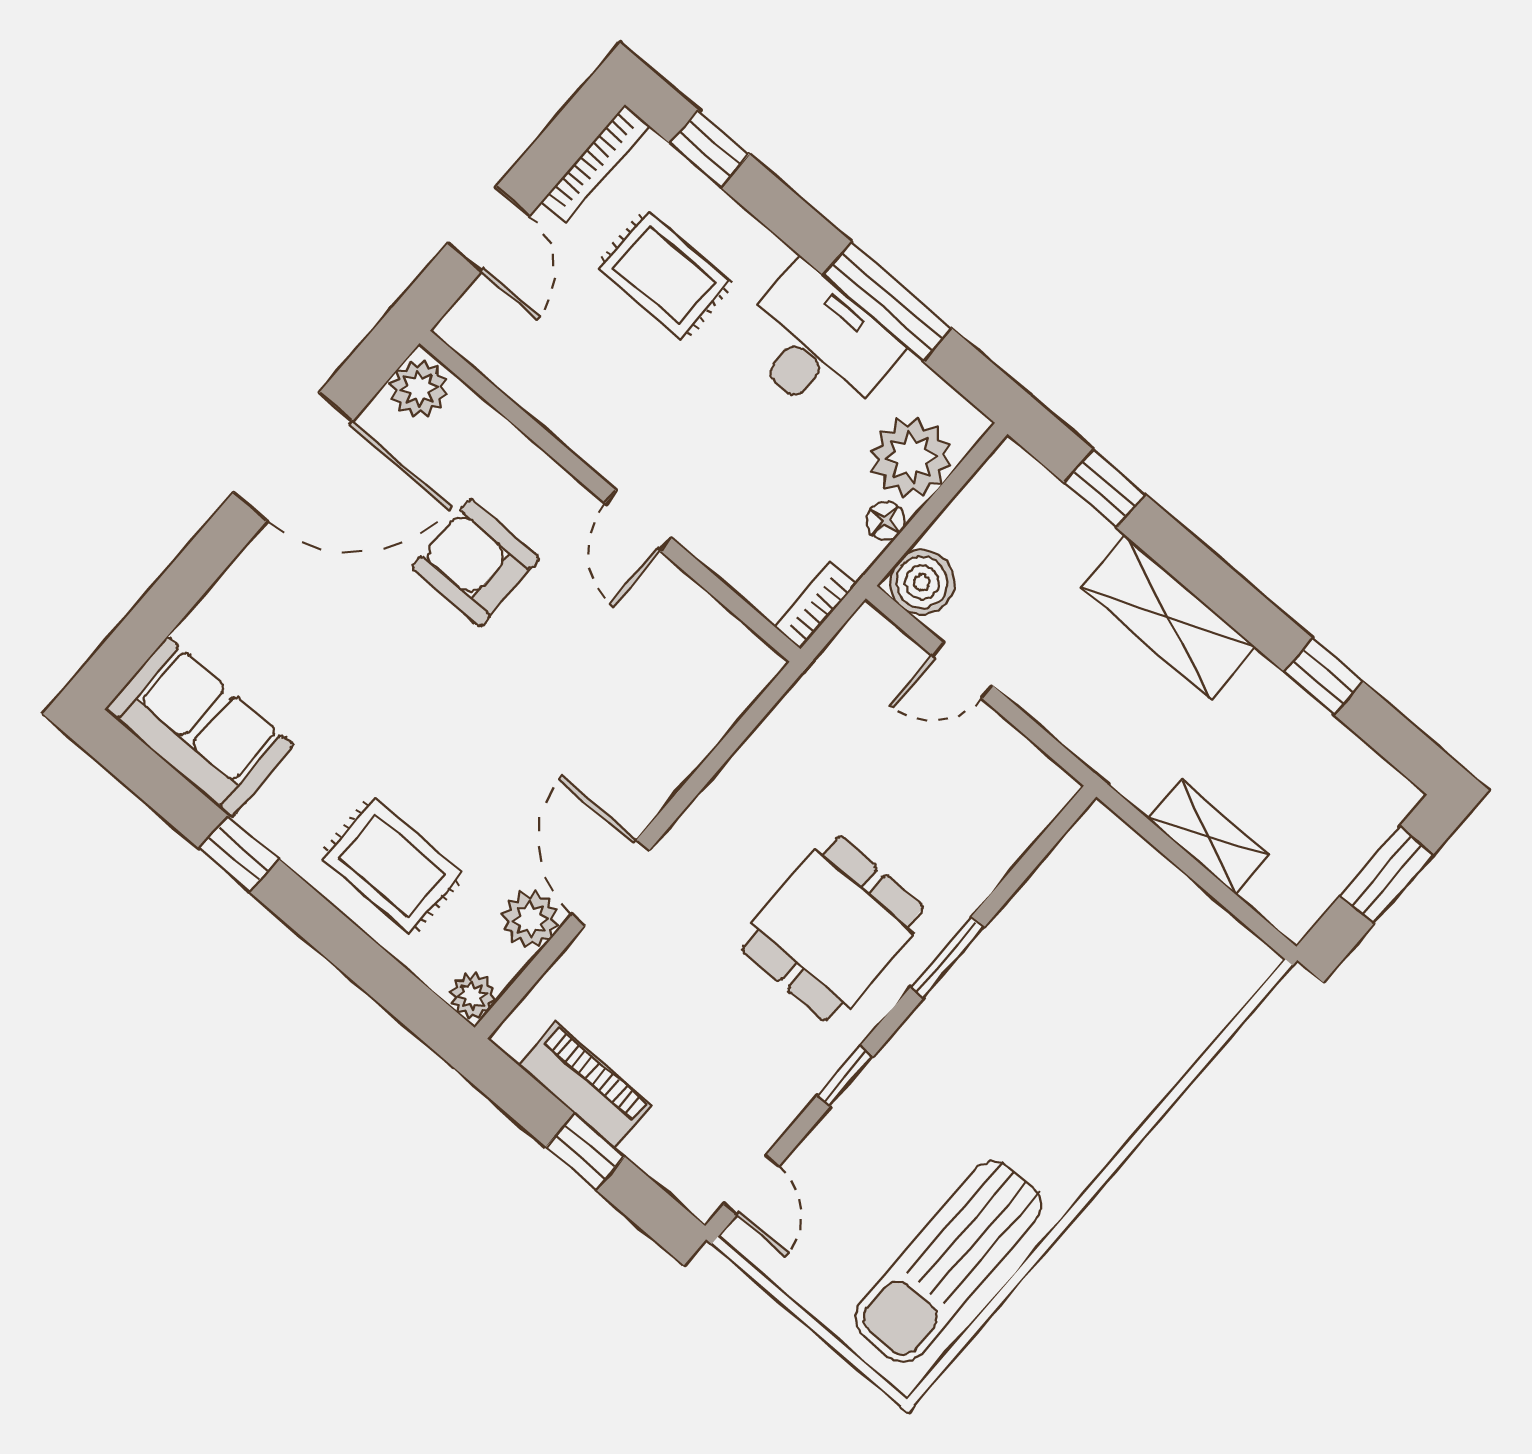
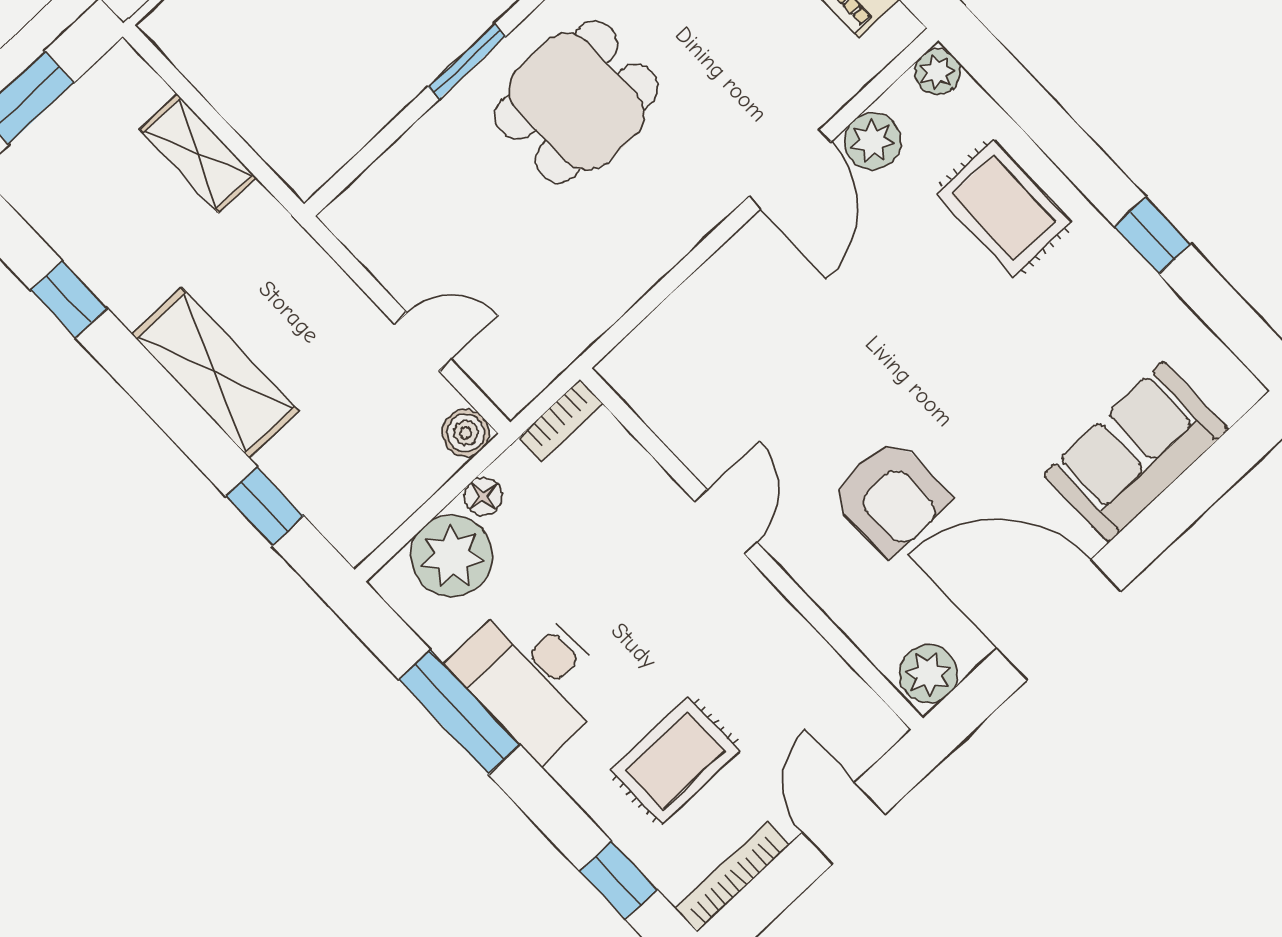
rug: (665, 275) -> (675, 760), turned 90
boiler: (922, 582) -> (466, 433), width x0.73, depth x0.73
sofa: (199, 727) -> (1136, 452), moved, turned 90

